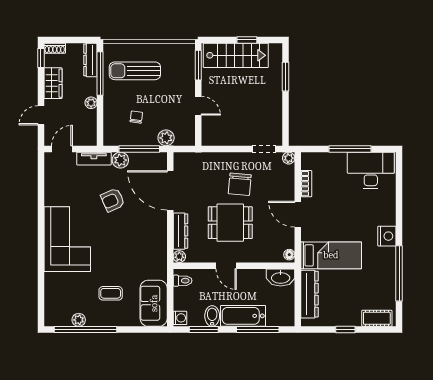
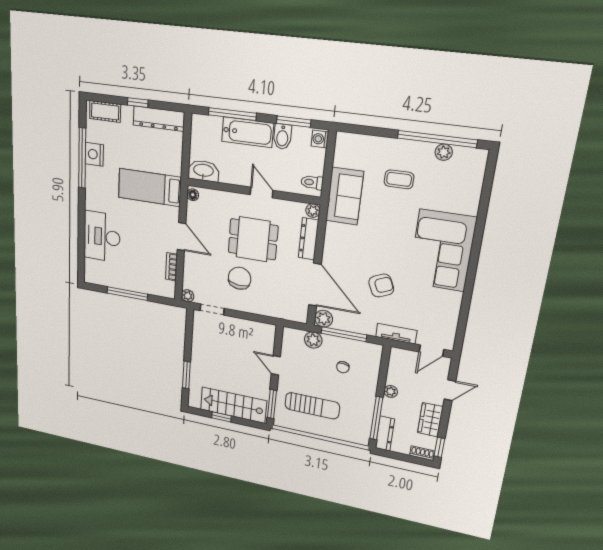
sun lounger: (135, 71) -> (312, 406), moved
plant: (120, 160) -> (324, 319), moved
desk: (371, 170) -> (102, 237), moved, turned 90
nightstand: (387, 236) -> (94, 154), moved
dresser: (310, 294) -> (159, 119), moved, turned -90
sofa: (154, 303) -> (345, 196), moved

